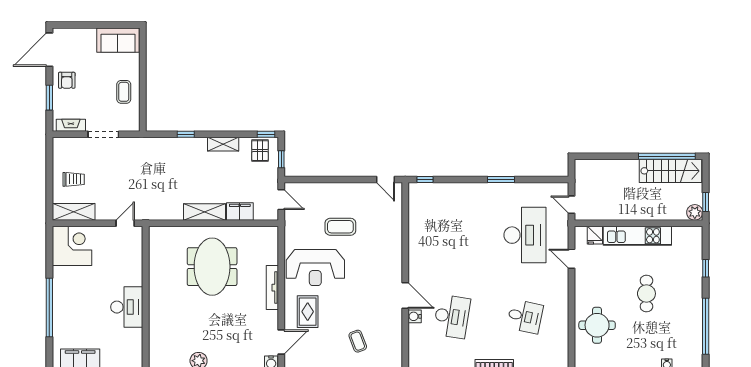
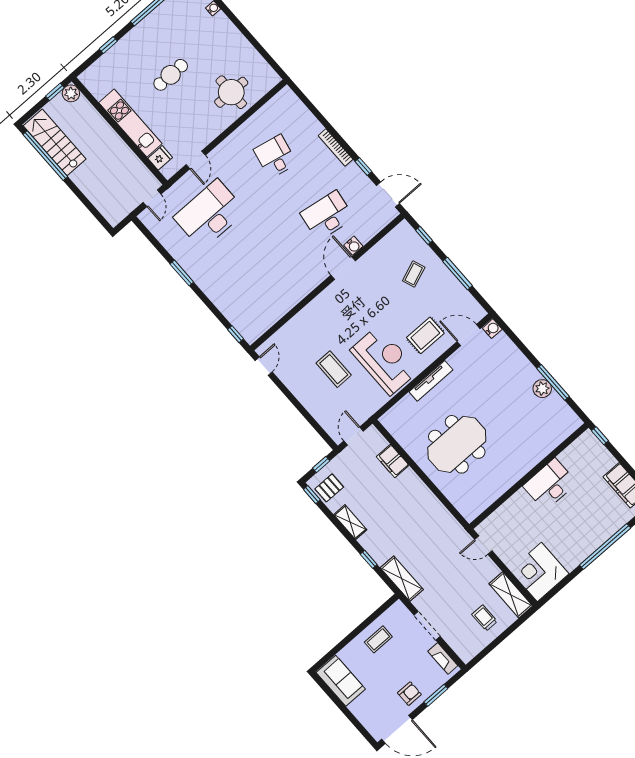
shelving: (204, 212) -> (402, 579), moved

